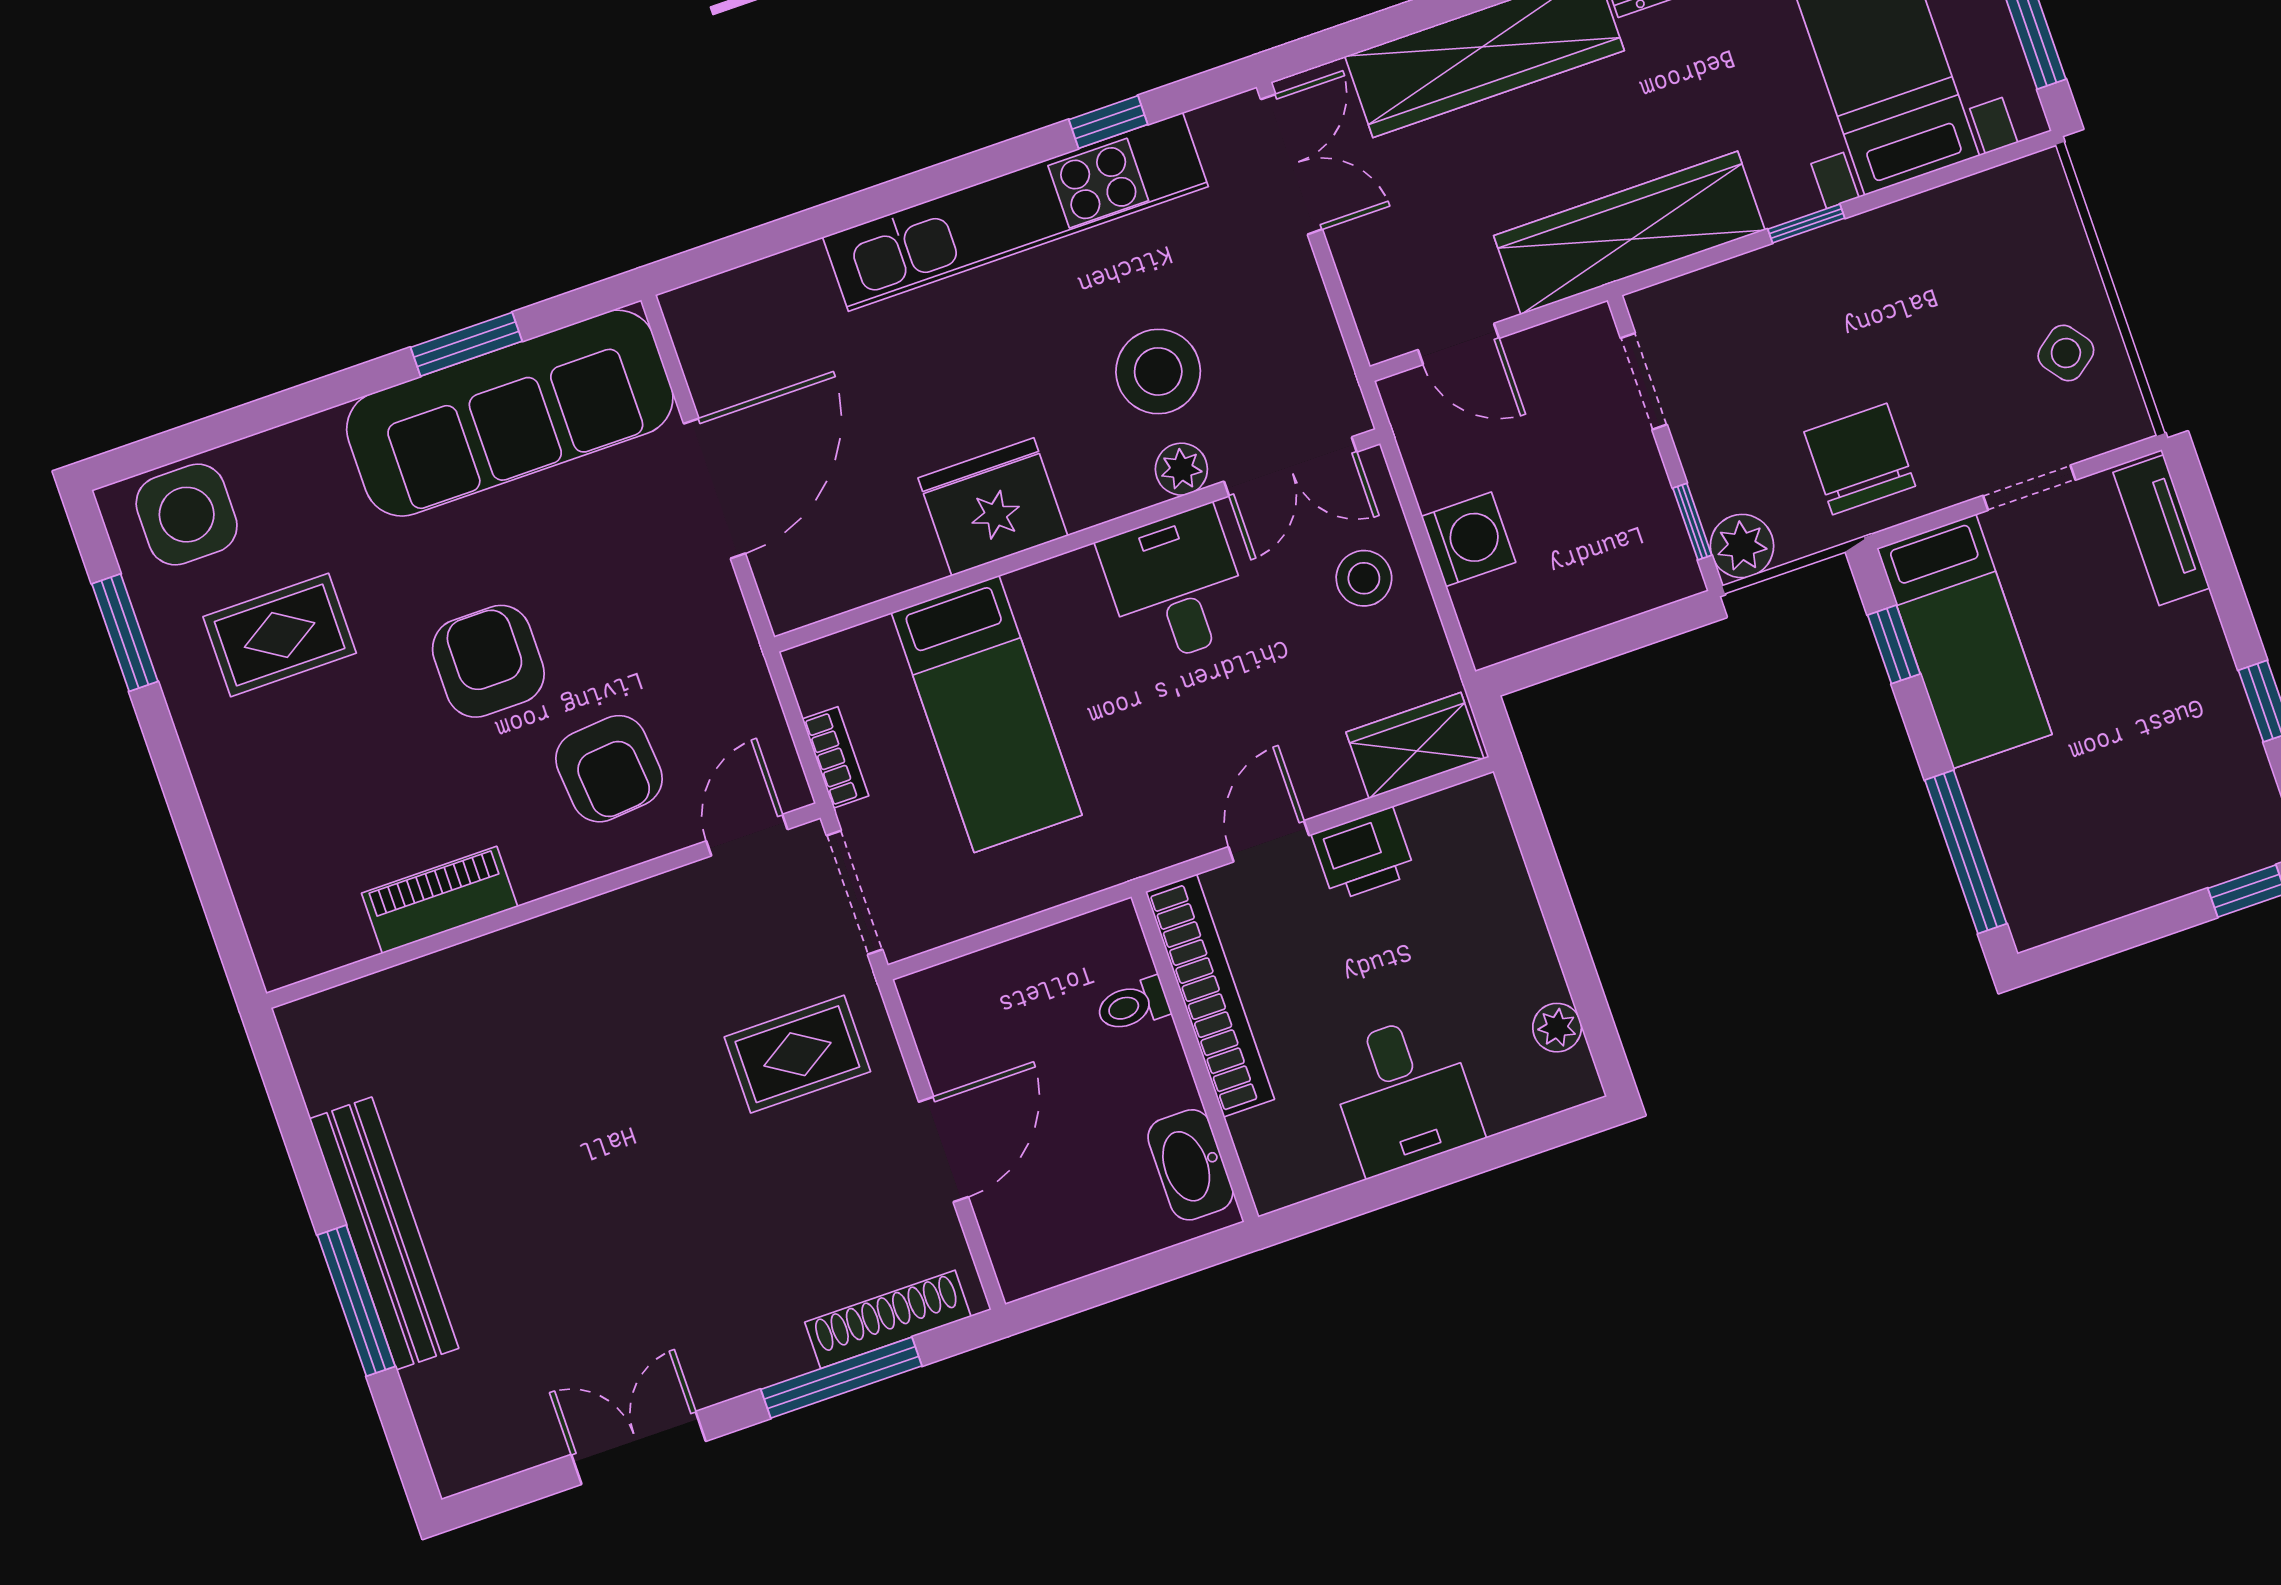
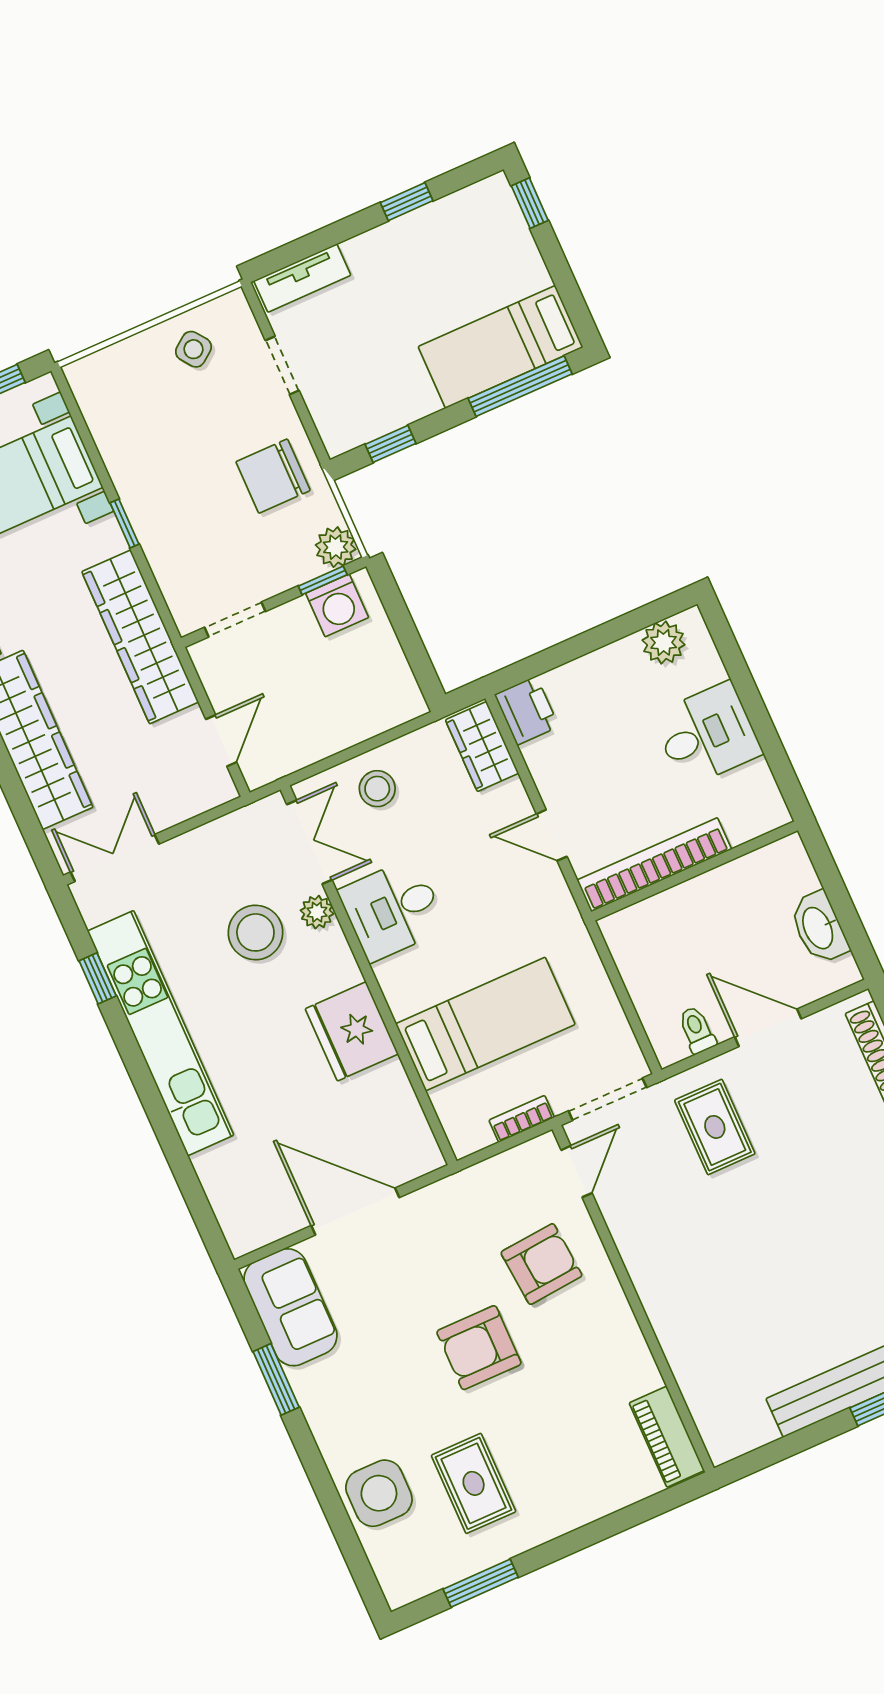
sofa: (510, 413) -> (290, 1307), width x0.54, depth x0.79
side table: (187, 515) -> (379, 1493), moved
washing machine: (1469, 539) -> (337, 605), moved, turned 180
bed: (1964, 641) -> (501, 347), moved, turned 180
door: (747, 835) -> (577, 1172), swing flipped
printer: (1363, 854) -> (527, 710), moved
piano: (440, 900) -> (667, 1437), moved
toilet: (1133, 1005) -> (697, 1030), moved, turned 180
plant: (1557, 1028) -> (664, 642), width x1.38, depth x1.38
washbasin: (1190, 1165) -> (819, 928), moved, turned 90

